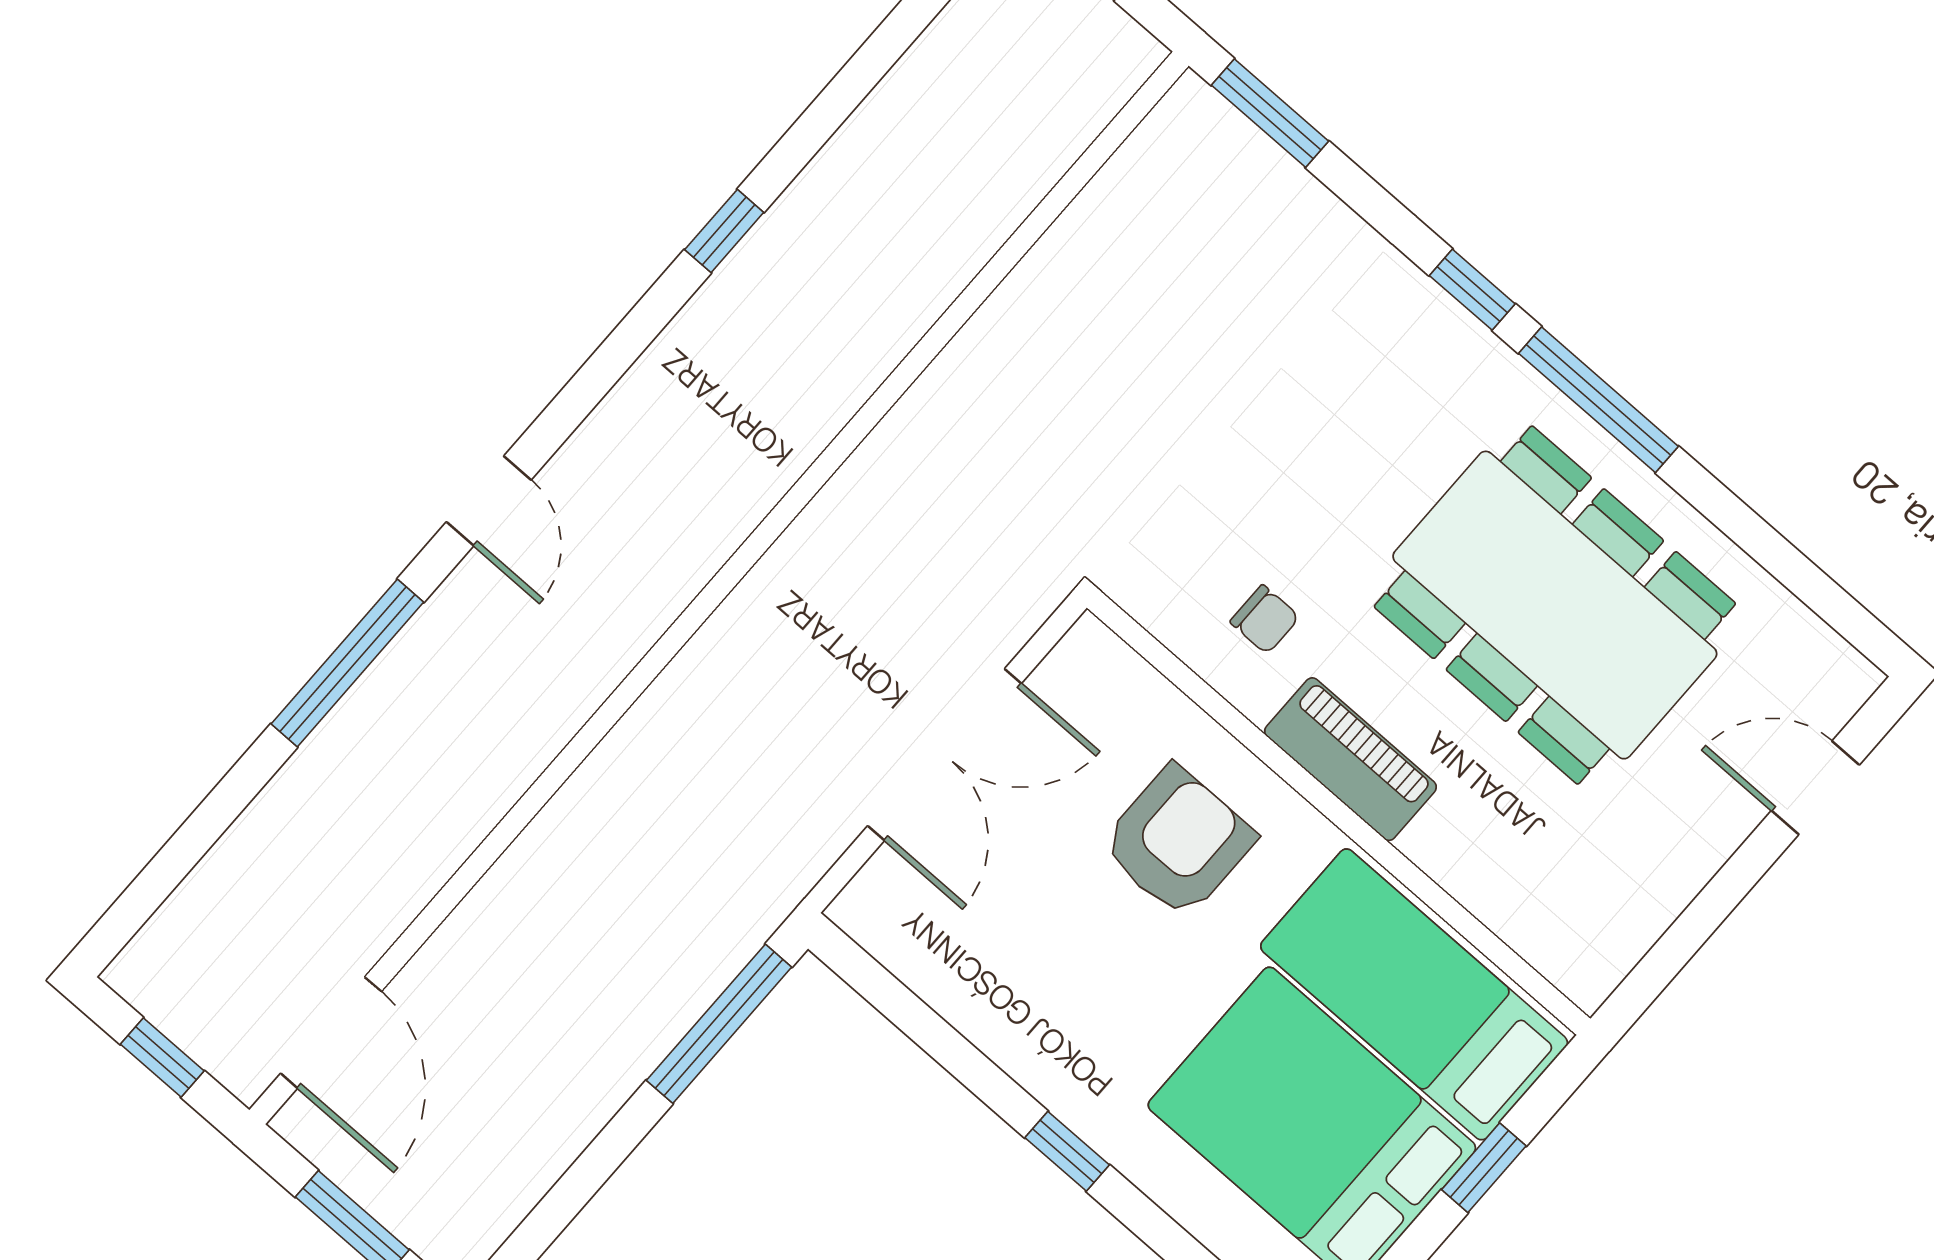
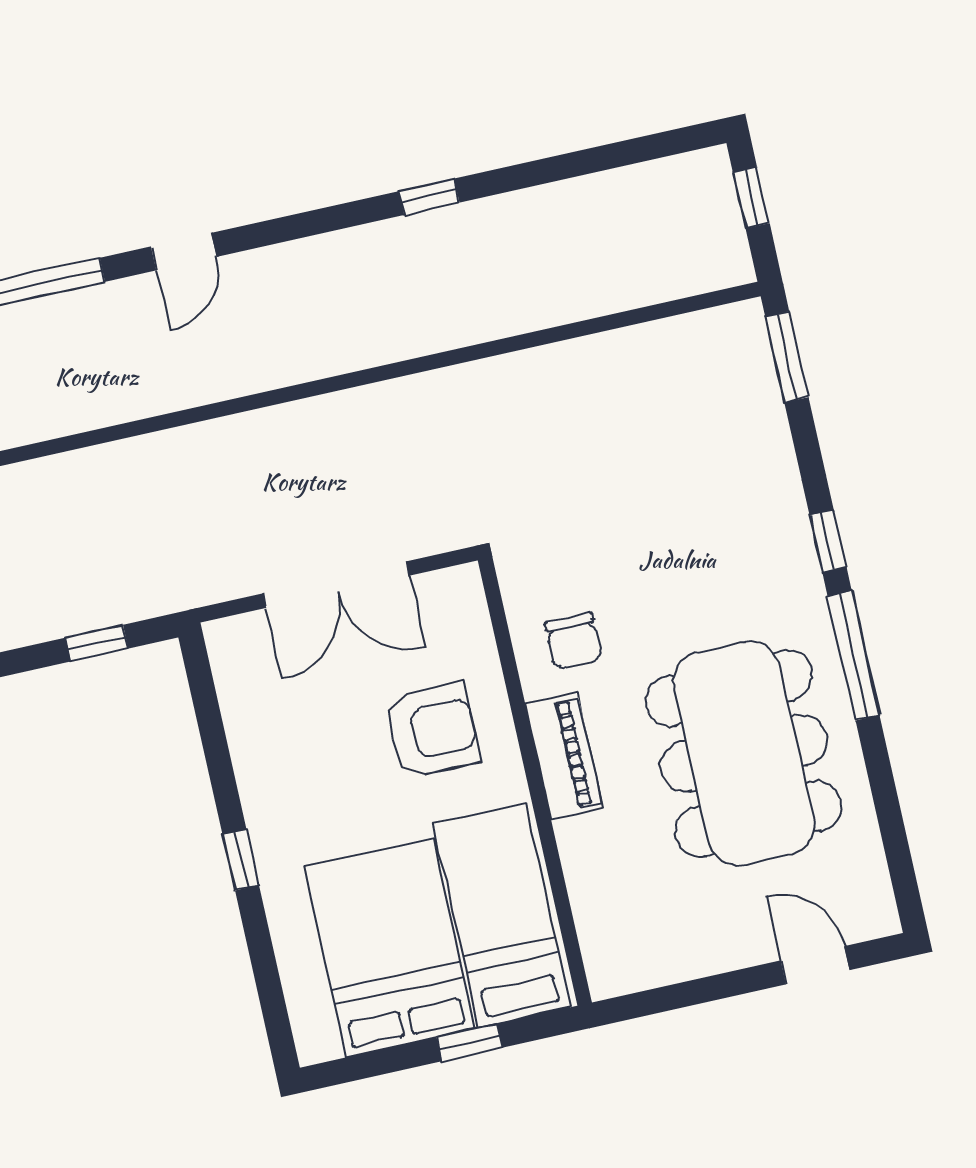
chair: (1265, 619) -> (574, 641), width x1.37, depth x1.37
window: (719, 1024) -> (97, 643), width x0.46

